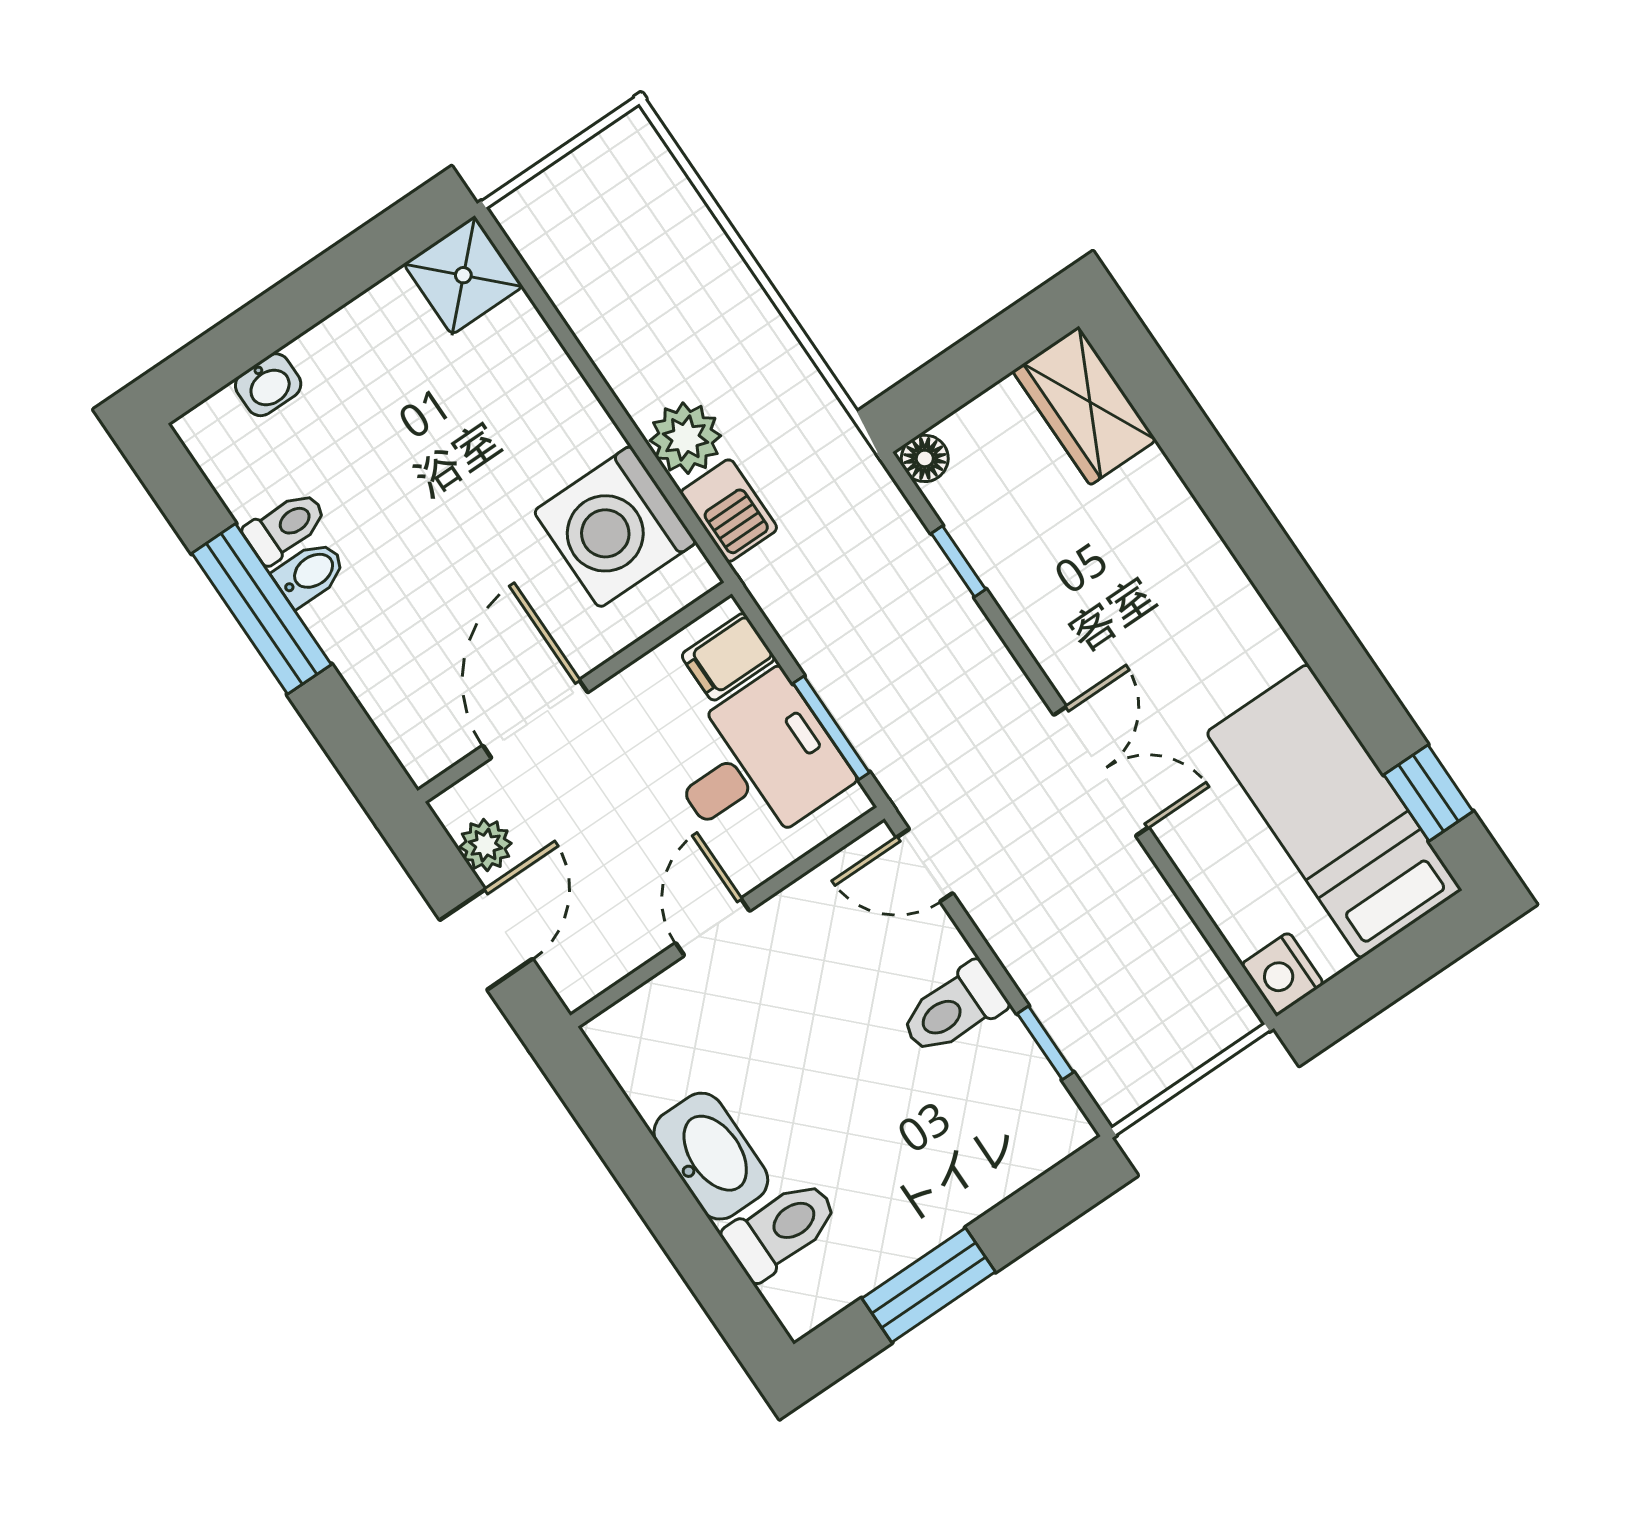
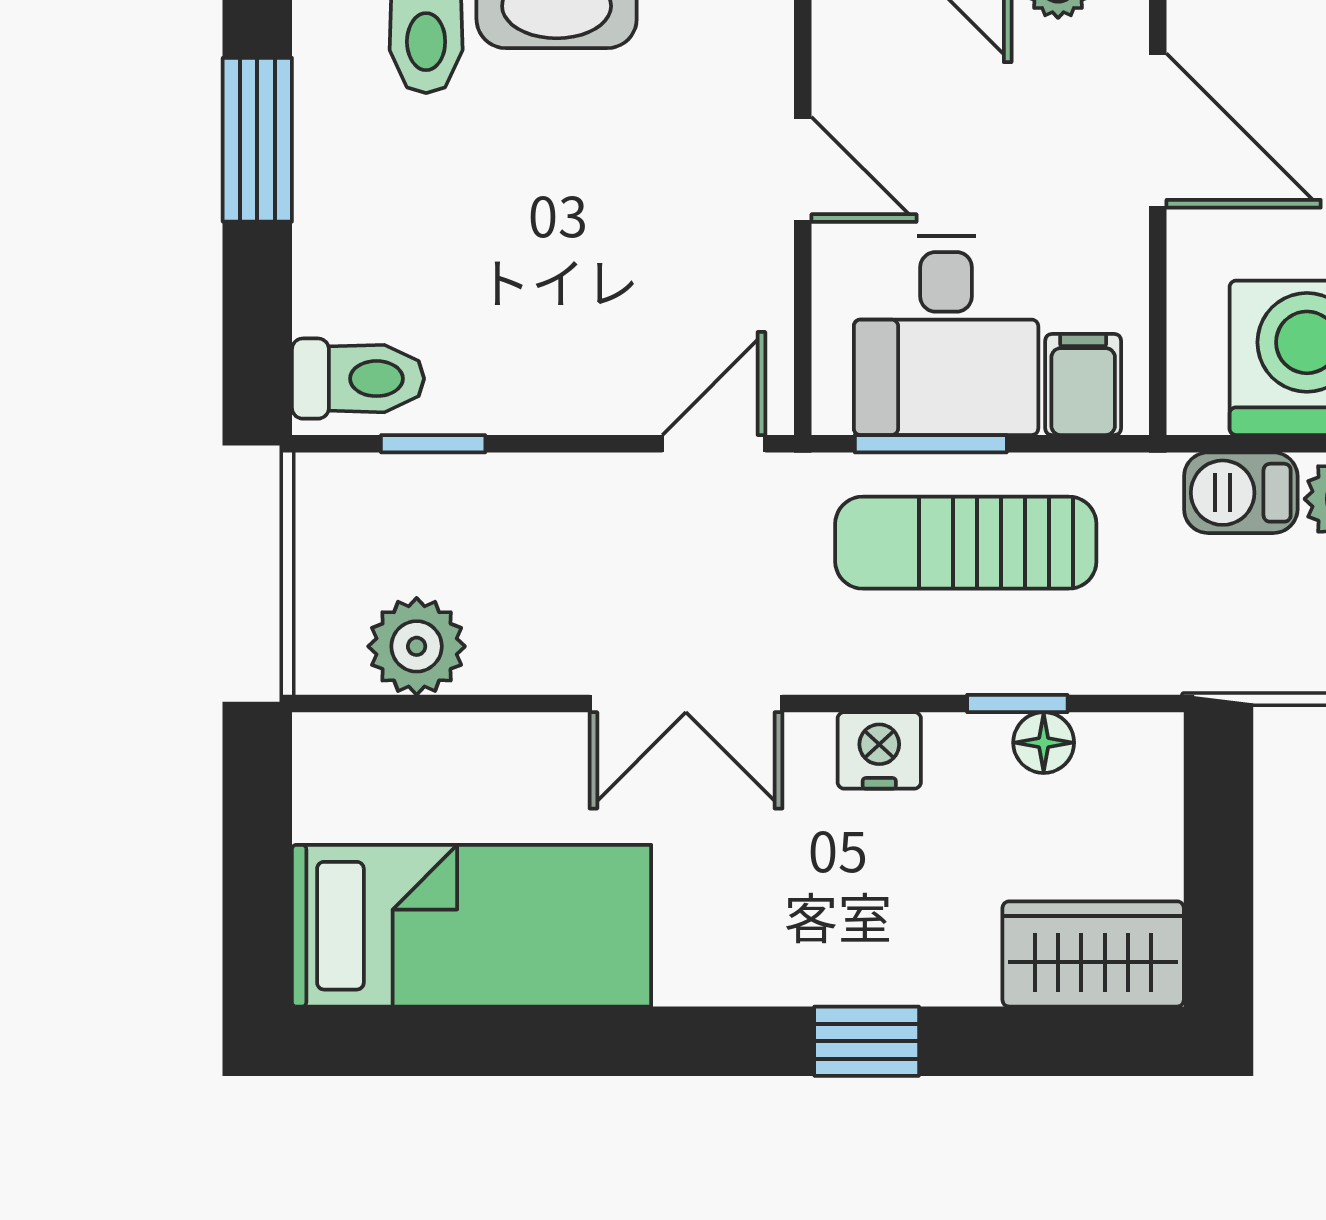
floor lamp: (925, 458) -> (1044, 743), moved
sun lounger: (879, 663) -> (966, 543), added
window: (1428, 793) -> (867, 1041), moved
plant: (1181, 966) -> (417, 646), added
nightstand: (1282, 974) -> (879, 750), moved
toilet: (953, 1009) -> (358, 379), moved, turned 90

